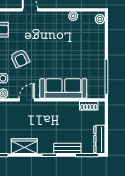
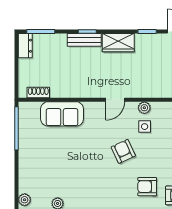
sofa: (63, 88) -> (62, 114), width x0.73
dresser: (99, 139) -> (25, 46), width x0.70
bench: (67, 148) -> (84, 40), moved

